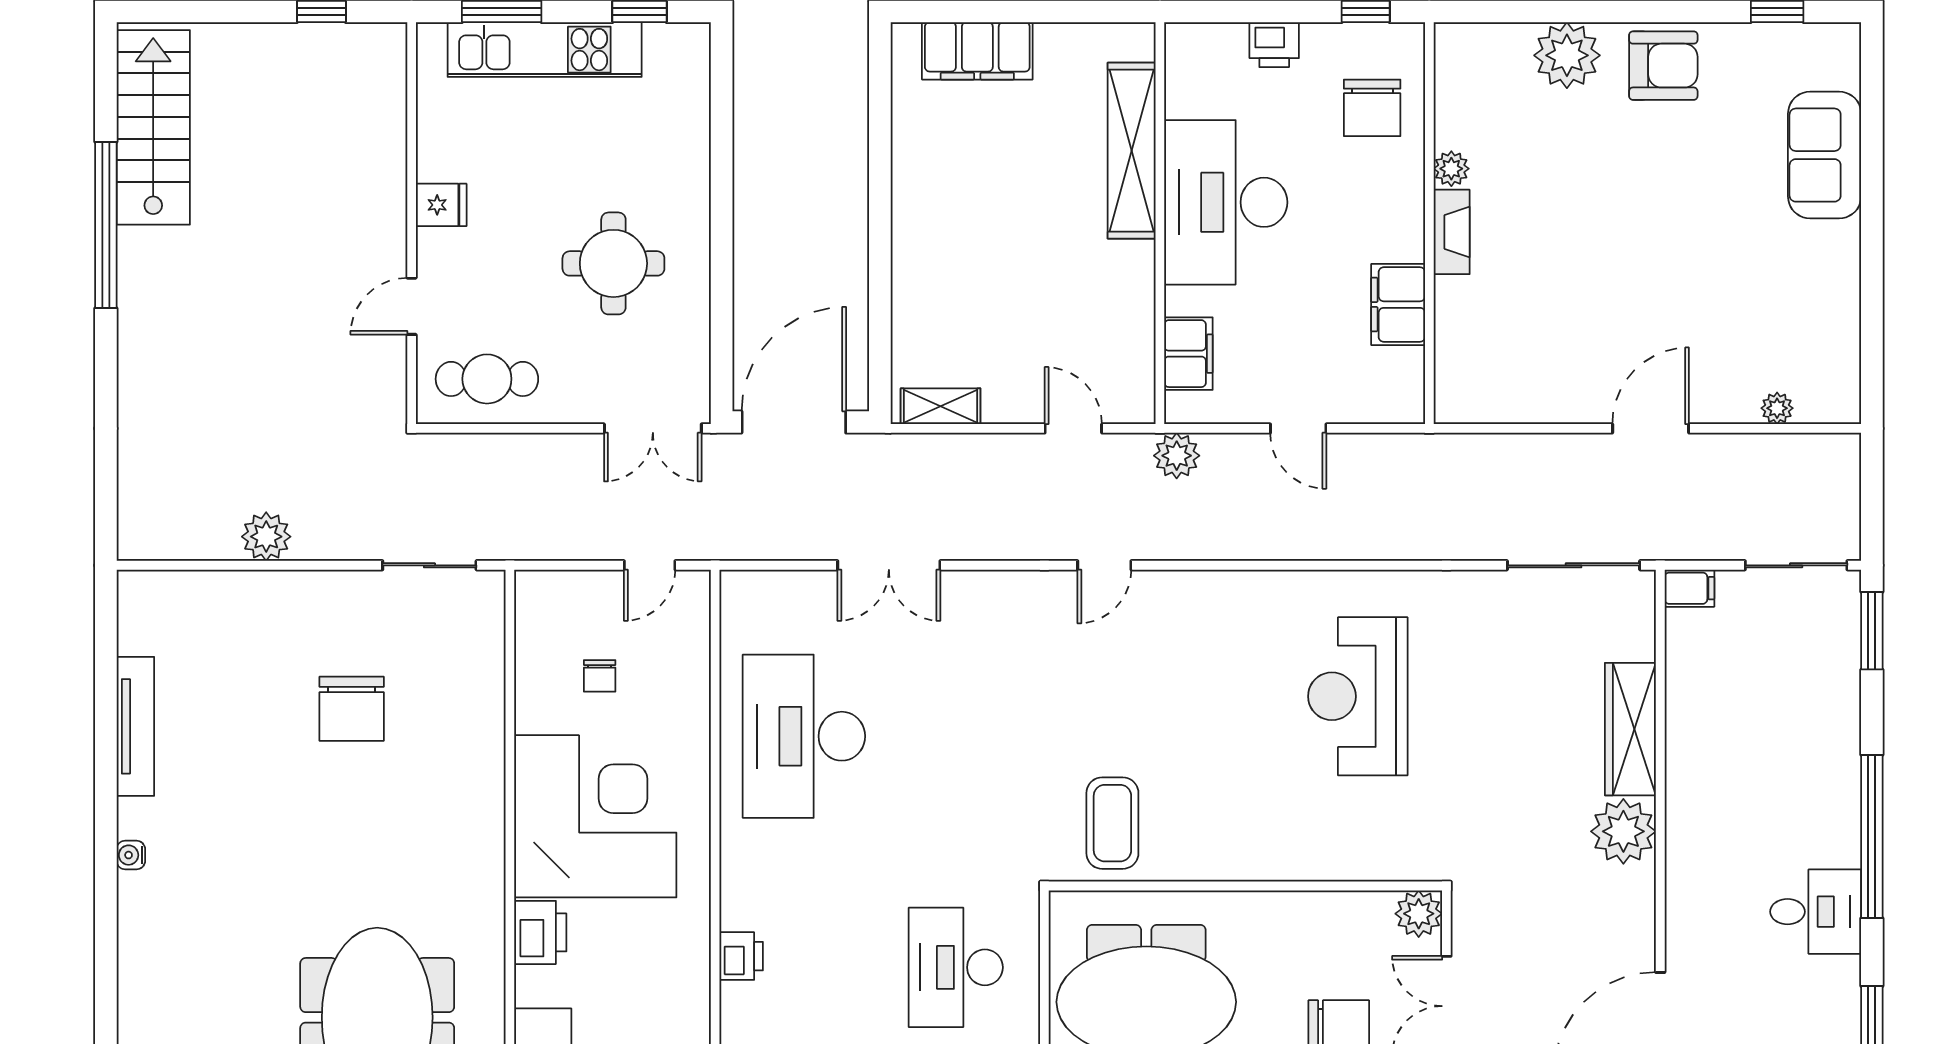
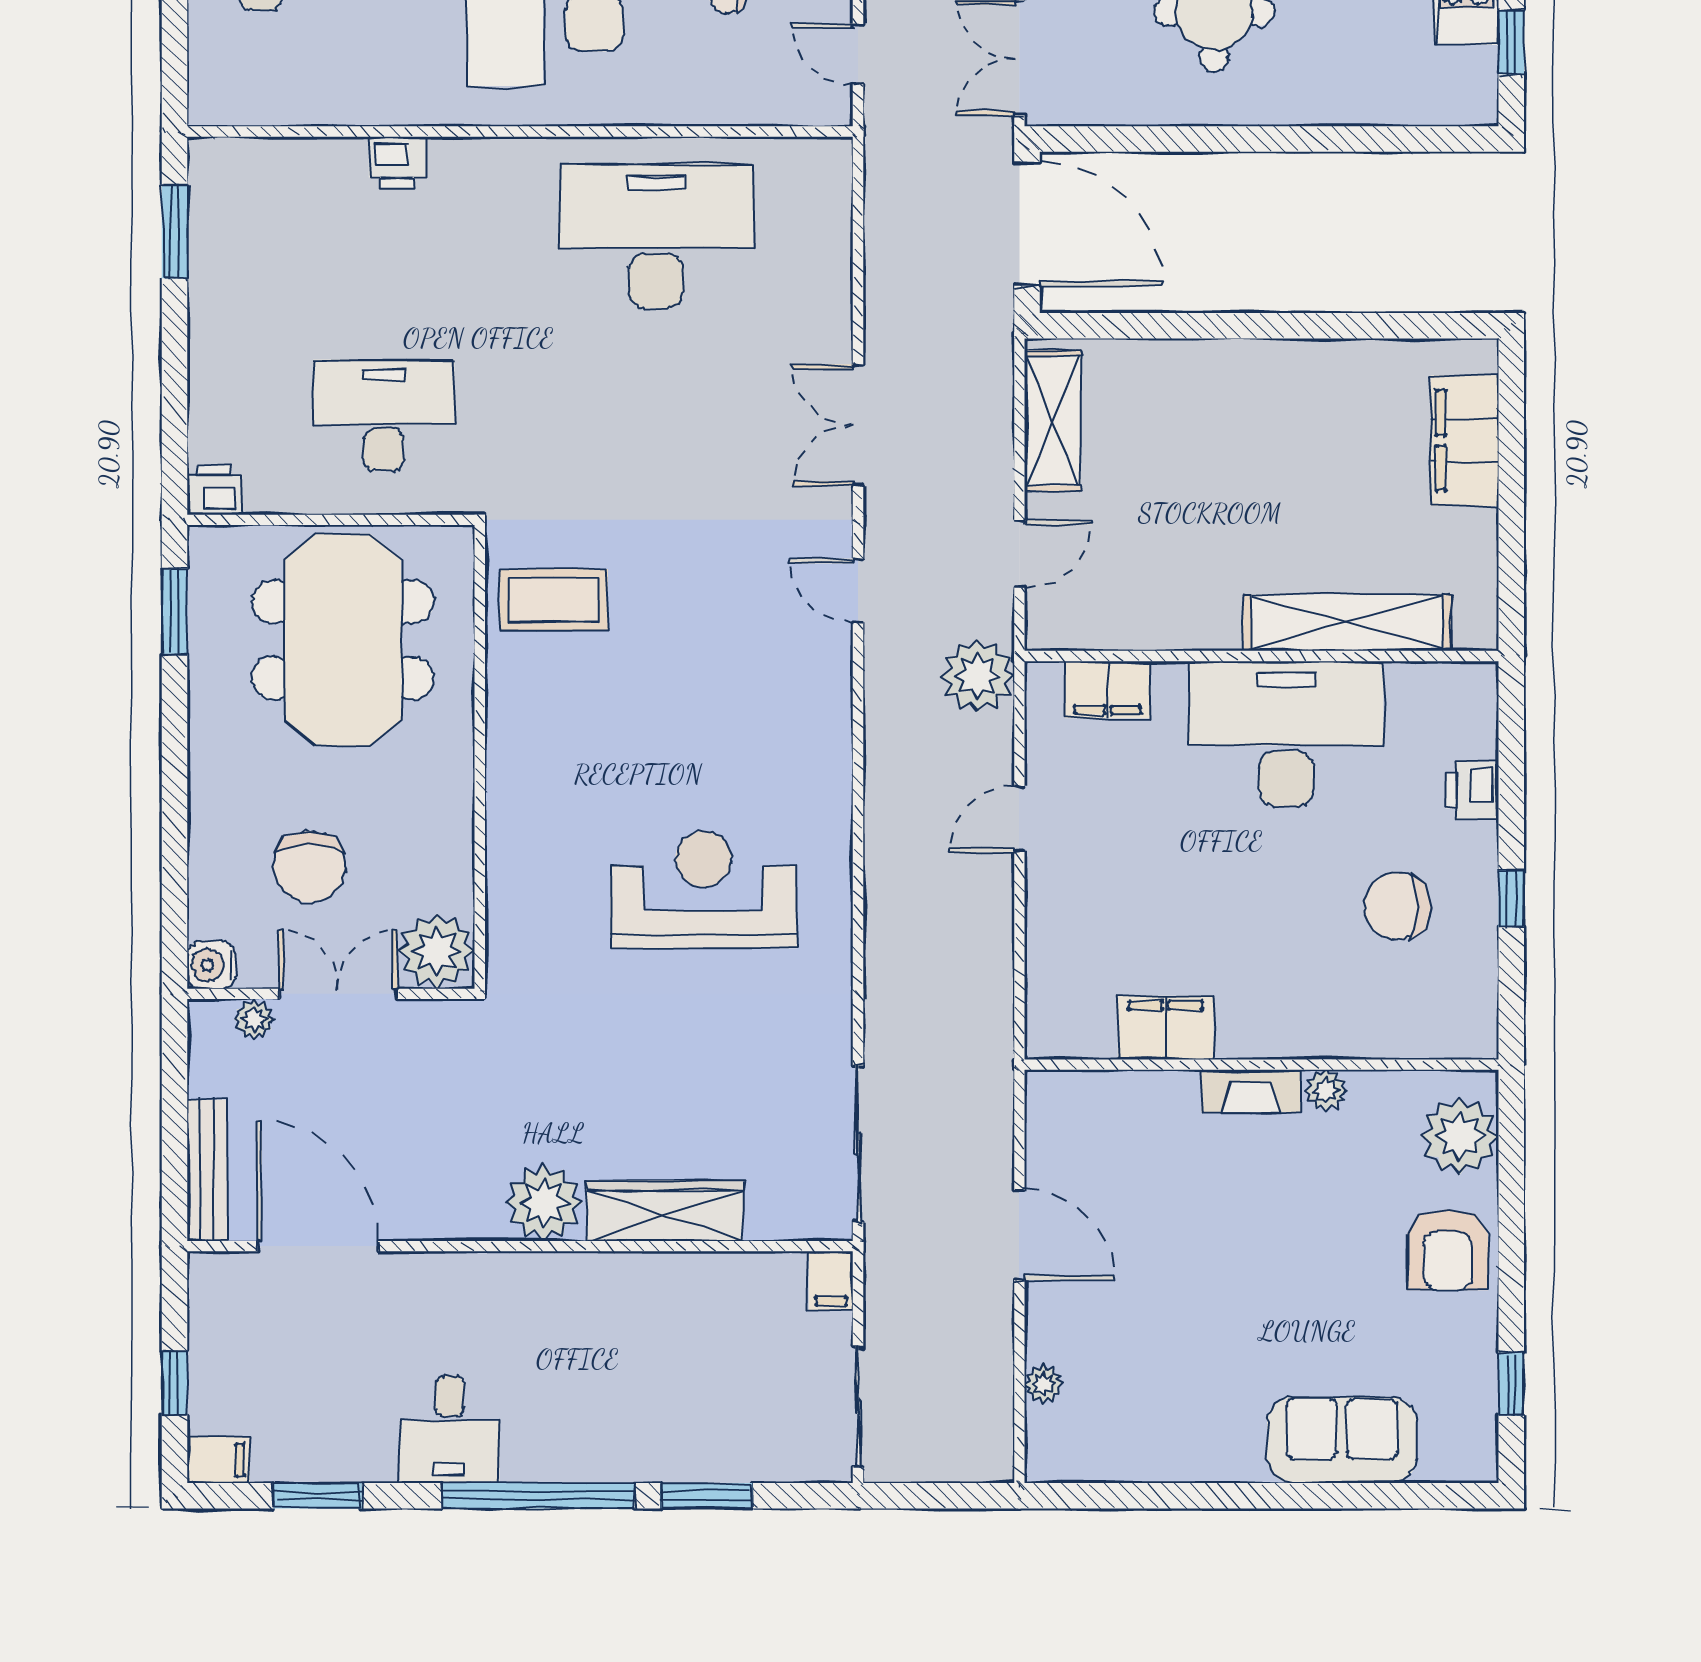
plant: (1451, 169) -> (1326, 1090), moved
wall: (1429, 223) -> (1262, 1065), moved
fireplace: (1452, 232) -> (1251, 1091), moved
filing cabinet: (1398, 305) -> (1166, 1028), moved
shelving: (941, 406) -> (1053, 421), width x1.50, depth x1.33
plant: (1177, 456) -> (978, 676), width x1.36, depth x1.36
double door: (889, 565) -> (858, 425), moved
window: (1872, 631) -> (707, 1496), moved
plant: (1419, 914) -> (437, 951), width x1.36, depth x1.36

